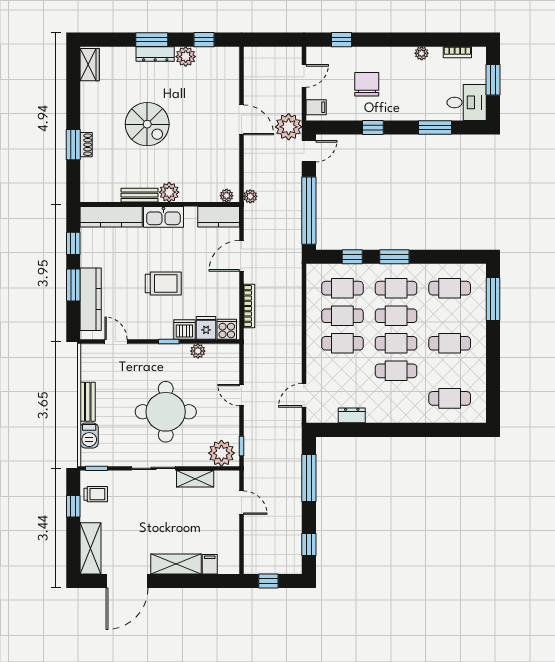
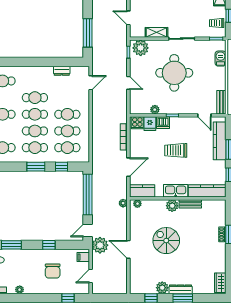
spiral stairs: (147, 124) -> (166, 241), moved
bench: (88, 402) -> (221, 102), moved

